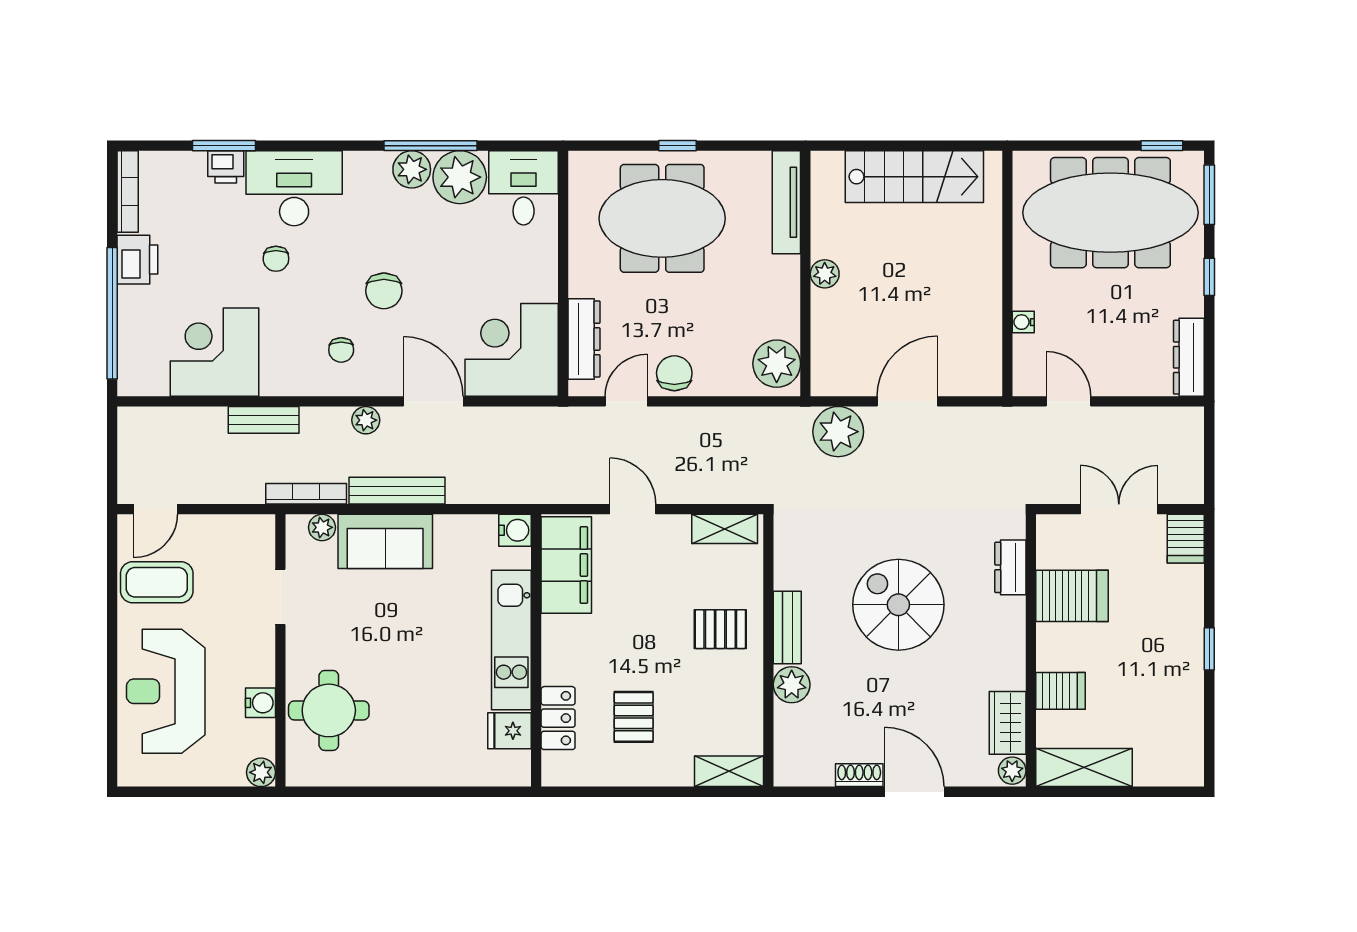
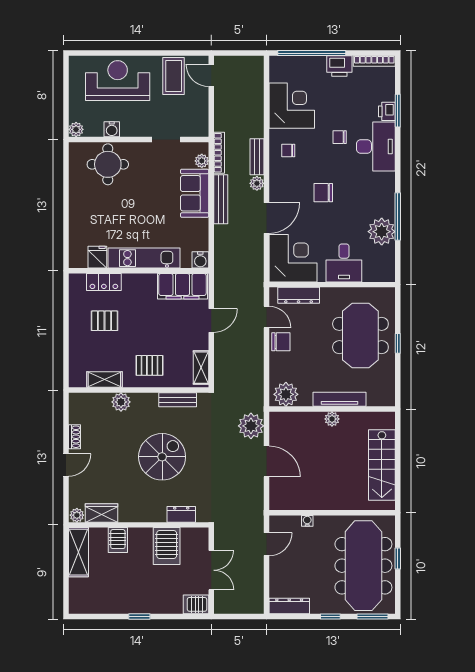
window: (1162, 146) -> (398, 559), moved
plant: (412, 169) -> (386, 207), removed
desk: (524, 188) -> (344, 263), moved, turned 90
tv unit: (786, 202) -> (339, 399), moved
chair: (341, 350) -> (288, 150), moved
bench: (264, 420) -> (257, 157), moved
bench: (787, 628) -> (178, 400), moved
pallet: (720, 629) -> (150, 365), turned 90
shelving: (729, 771) -> (104, 380), moved, turned 90
door: (914, 792) -> (66, 465), width x0.73

